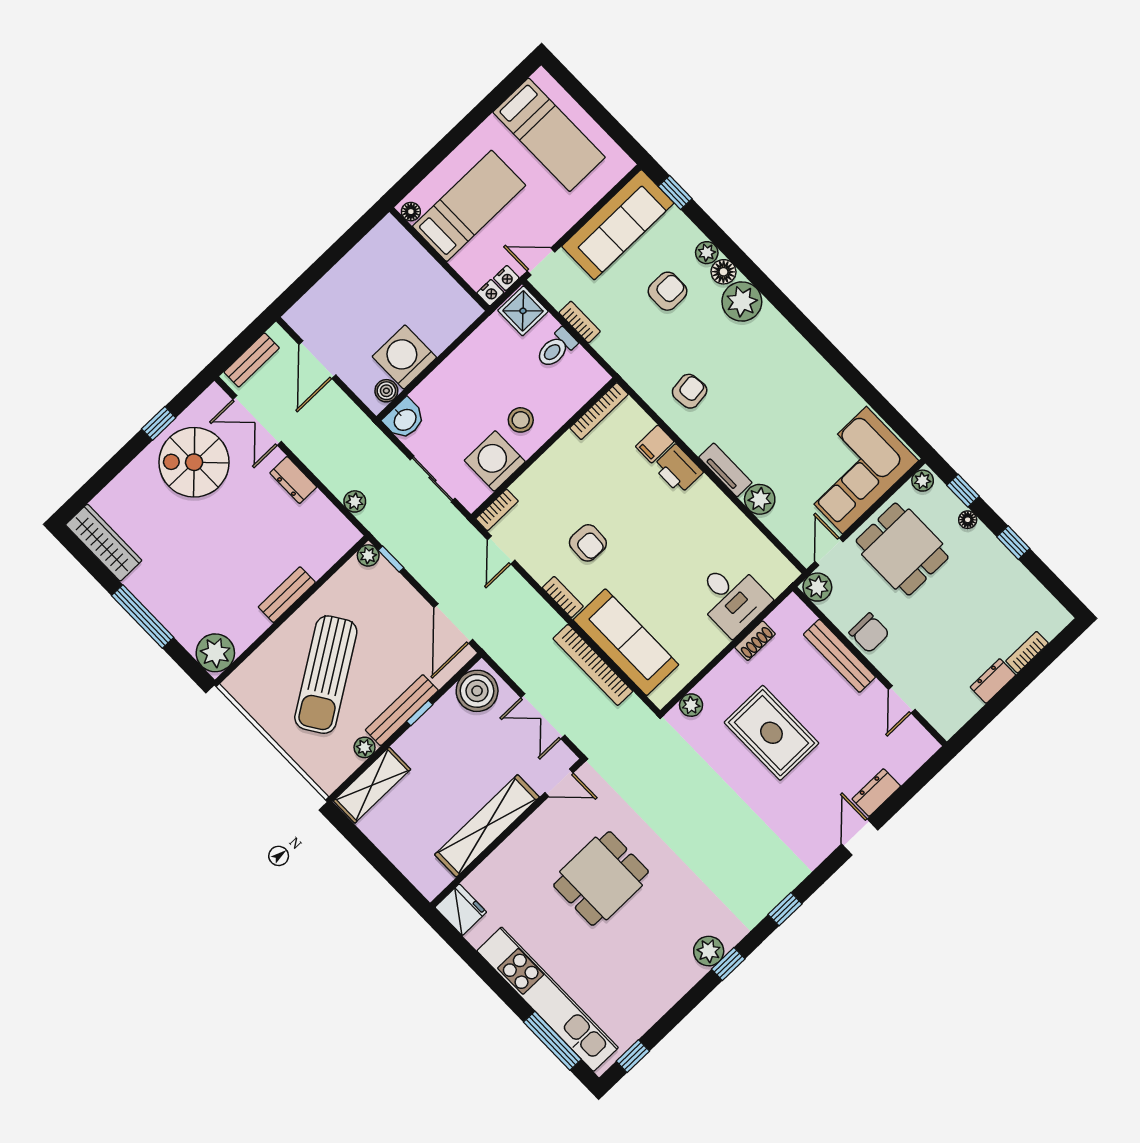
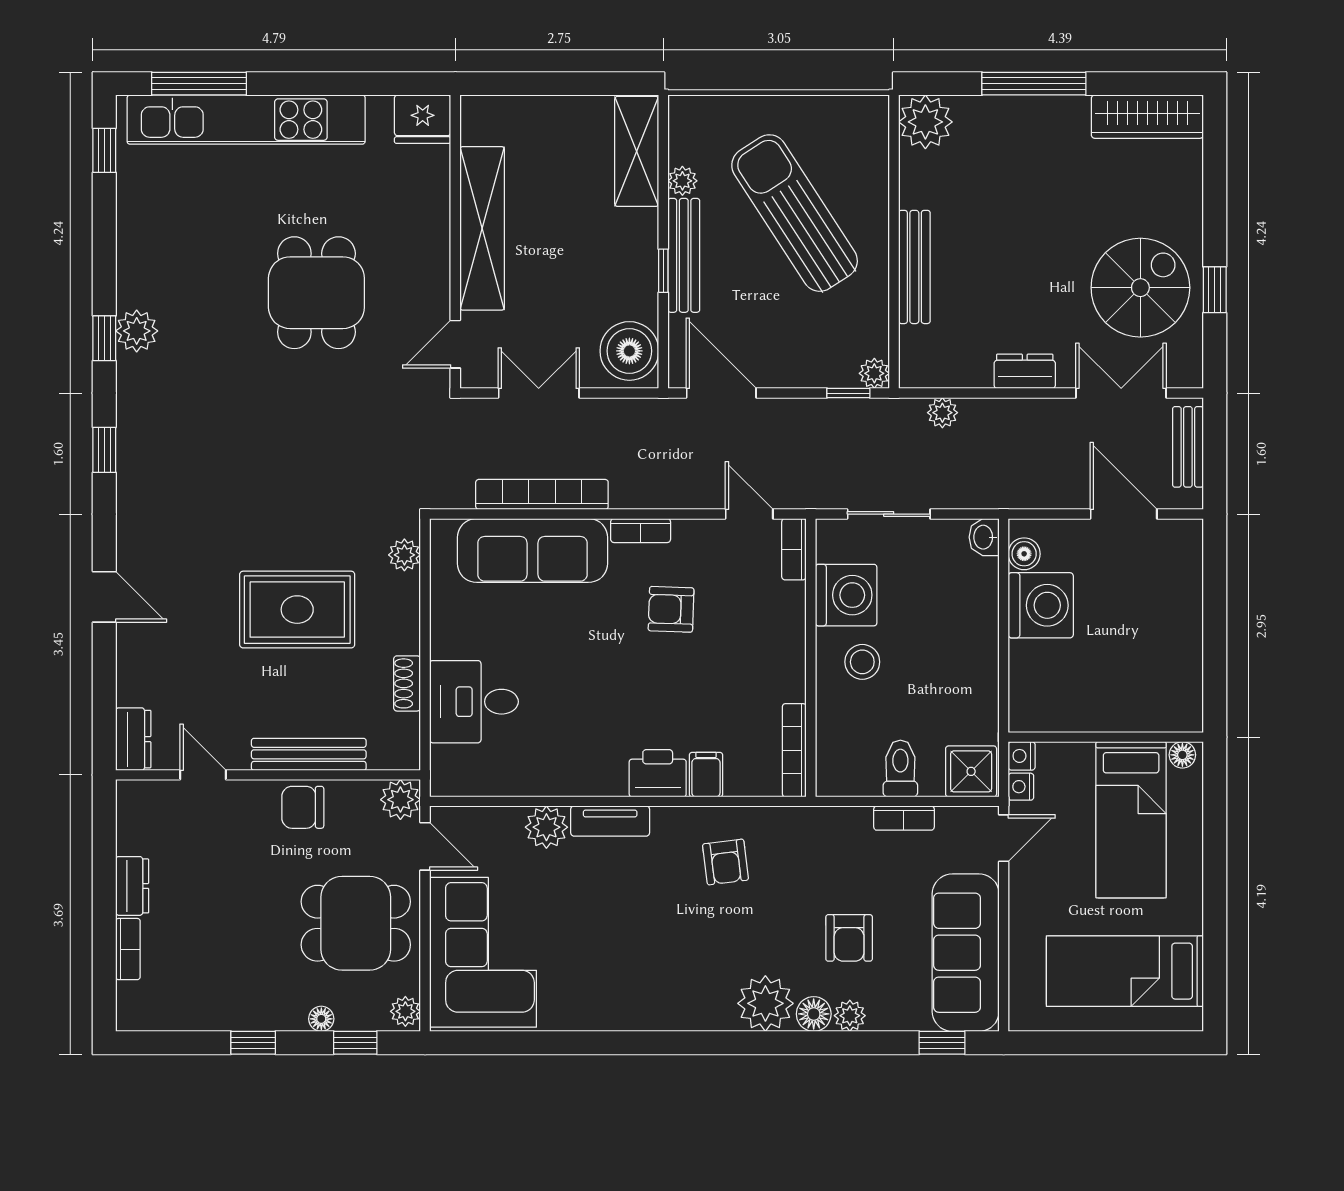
washbasin: (404, 419) -> (984, 537), width x0.72, depth x0.69
bench: (287, 595) -> (914, 267), width x1.36
dresser: (876, 793) -> (133, 739), moved

